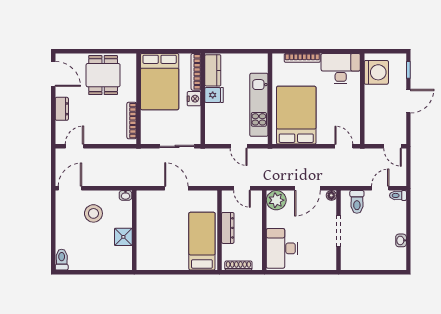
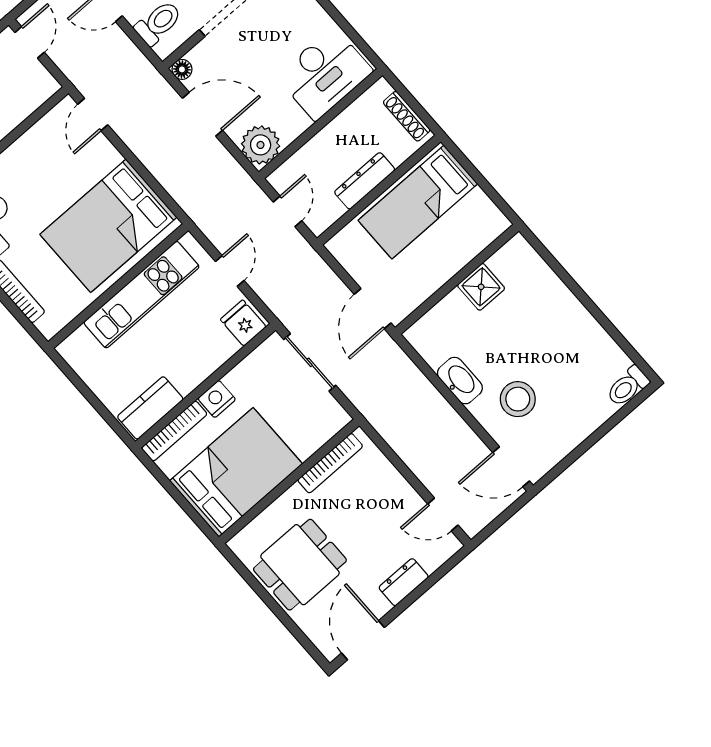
fridge: (214, 95) -> (243, 323), moved
washbasin: (125, 195) -> (460, 381), width x1.91, depth x1.45
wall: (134, 230) -> (457, 279), moved
shower: (123, 237) -> (481, 287), moved

